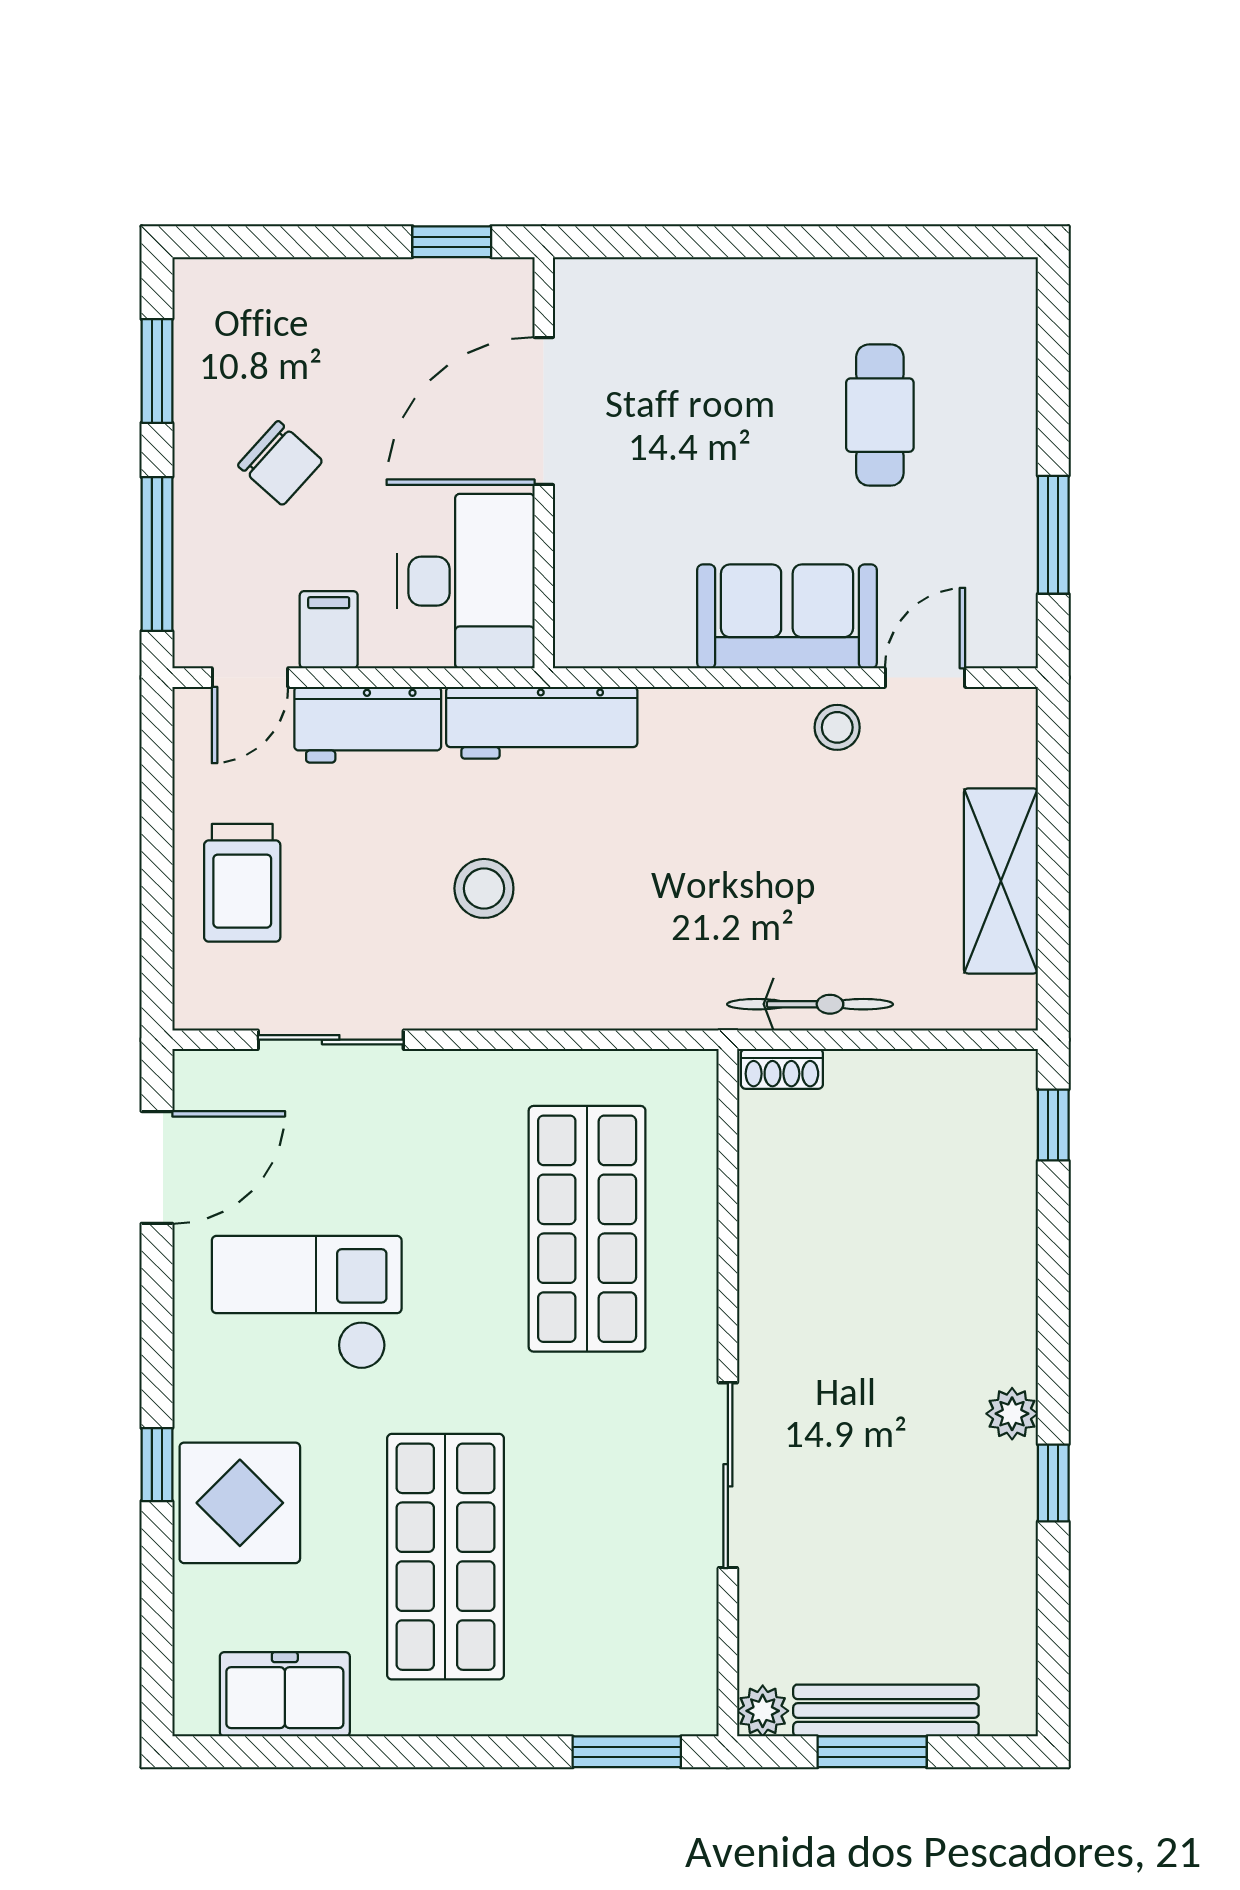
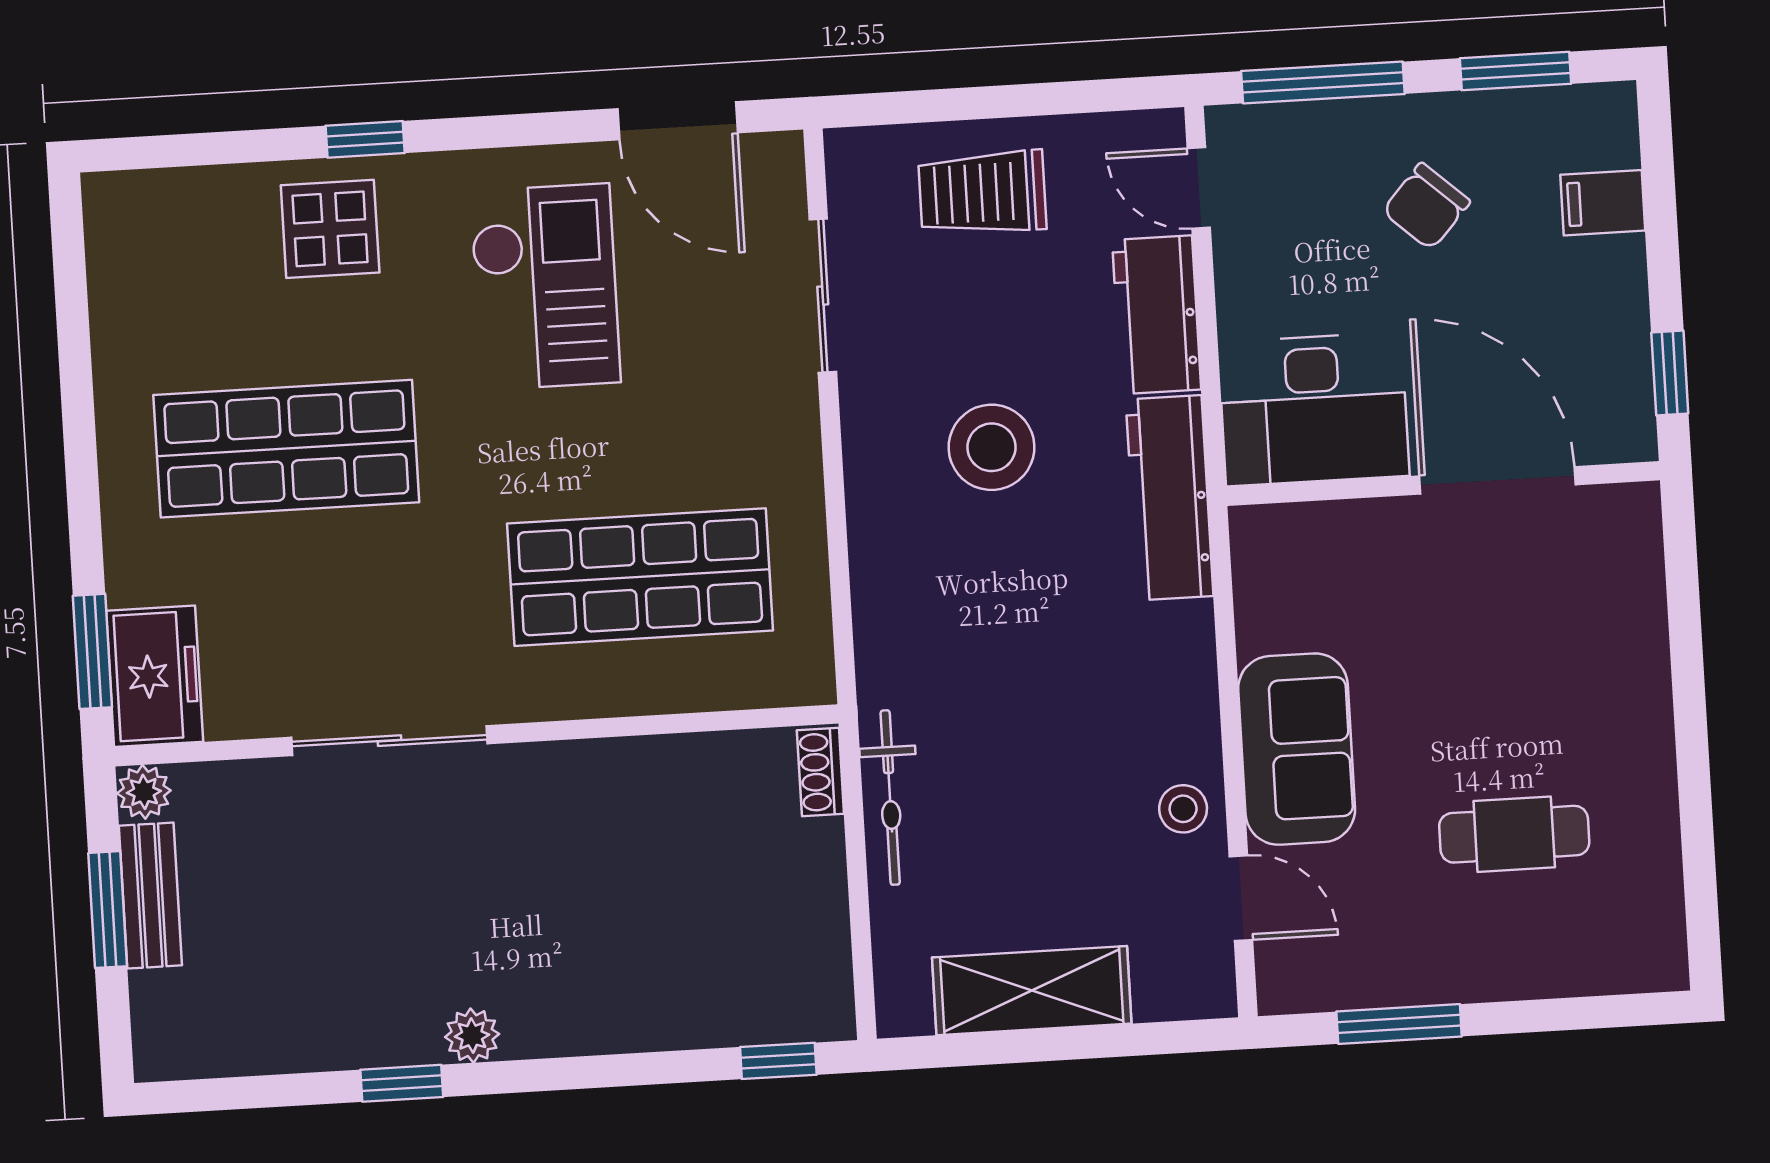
filing cabinet: (329, 630) -> (1603, 203), moved, turned 180
stool: (484, 888) -> (992, 447), width x1.38, depth x1.38
display table: (240, 1503) -> (330, 229), width x0.73, depth x0.73
freezer: (285, 1694) -> (155, 676), moved
bench: (886, 1710) -> (150, 896), width x0.73

